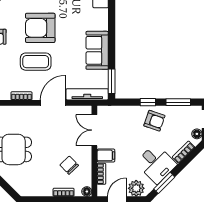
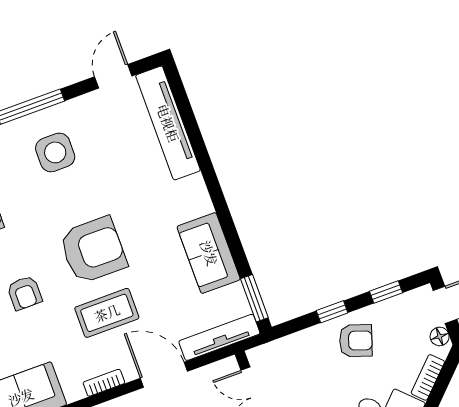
armchair: (40, 28) -> (93, 250), turned 180
window: (178, 102) -> (386, 292), width x0.67
door: (53, 103) -> (164, 375), hinge flipped

